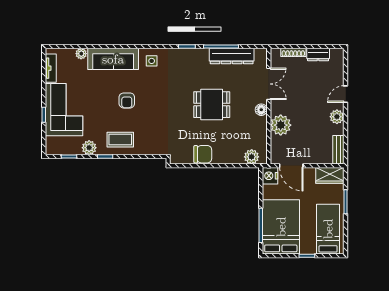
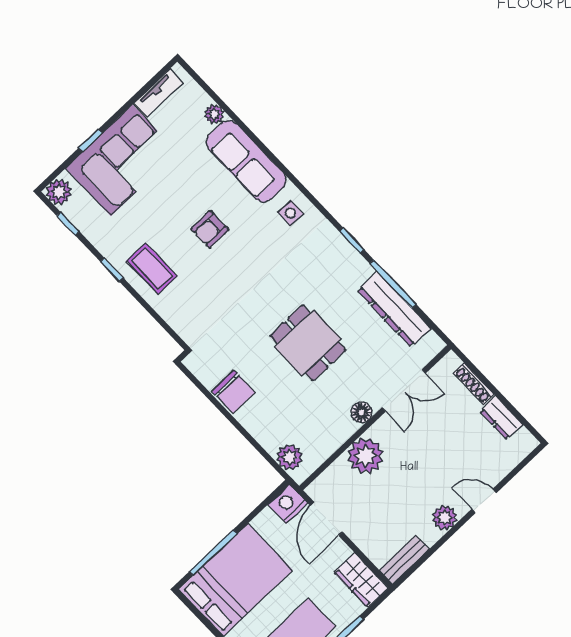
plant: (89, 148) -> (59, 192), moved

